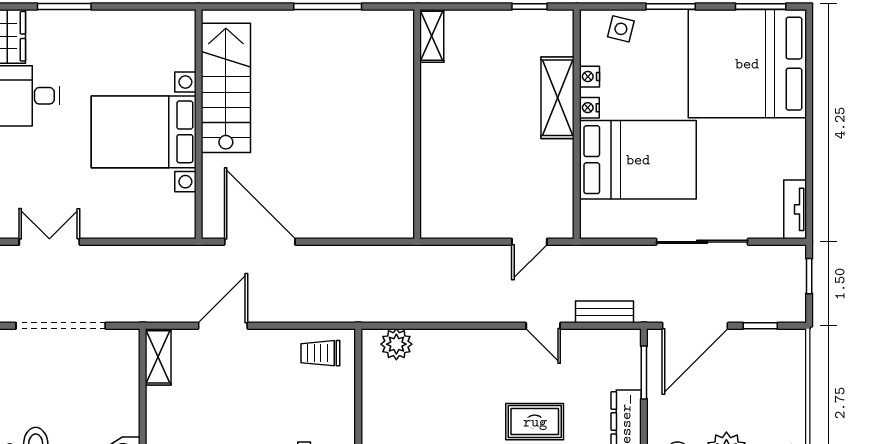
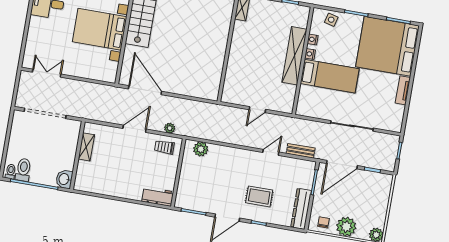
shelving: (558, 98) -> (294, 56), width x1.47
bed: (638, 160) -> (330, 76), width x0.67
tv unit: (795, 209) -> (403, 90), moved
door: (529, 242) -> (257, 110), moved
plant: (324, 312) -> (170, 128), added
door: (223, 326) -> (134, 129), moved
door: (543, 326) -> (271, 152), swing flipped
shelving: (158, 357) -> (86, 147), moved

